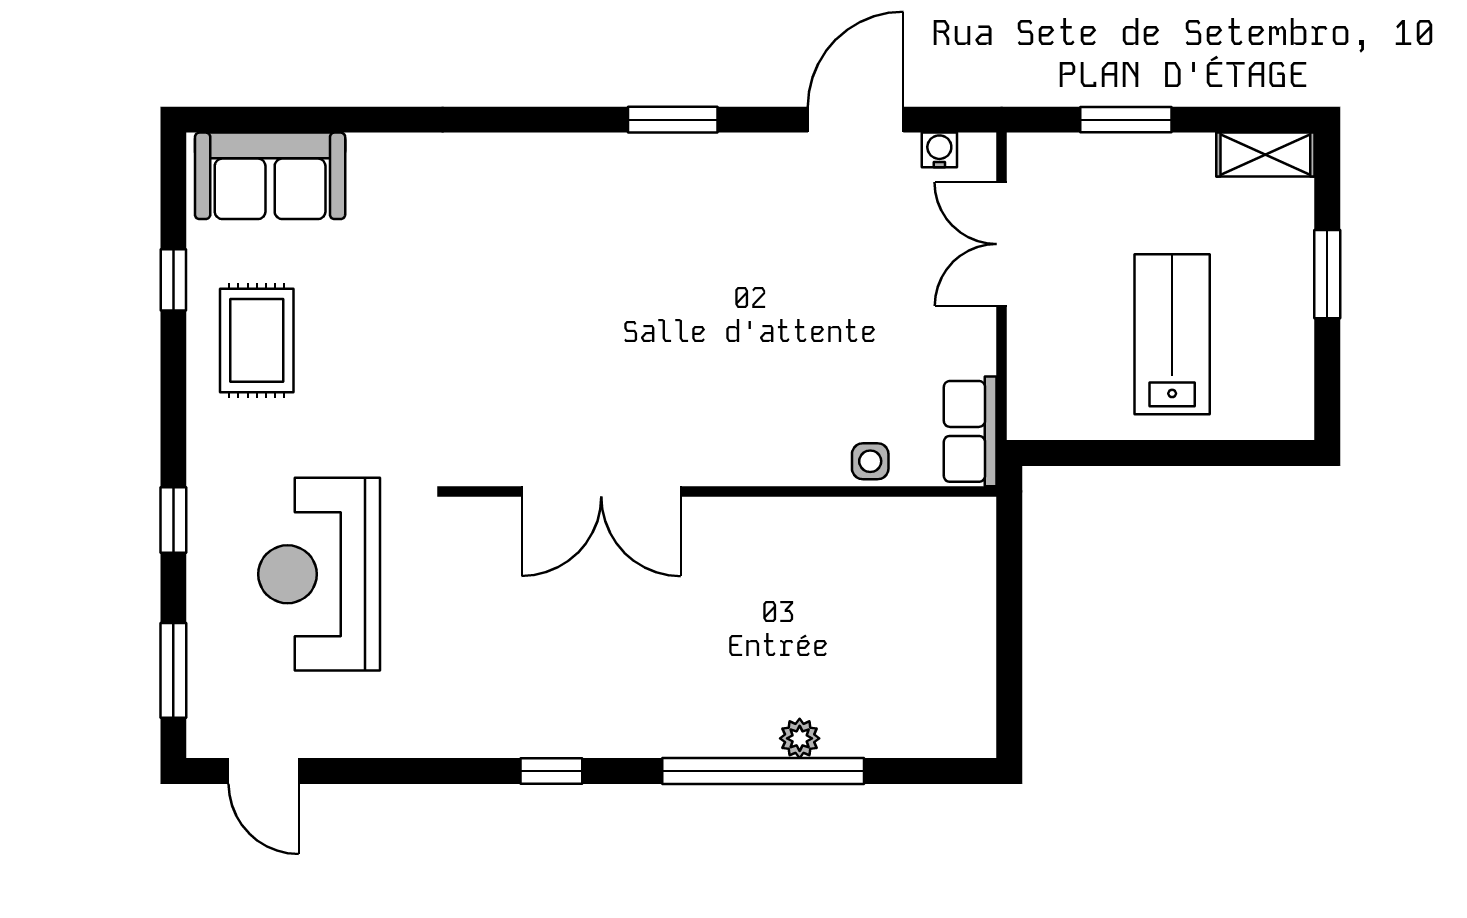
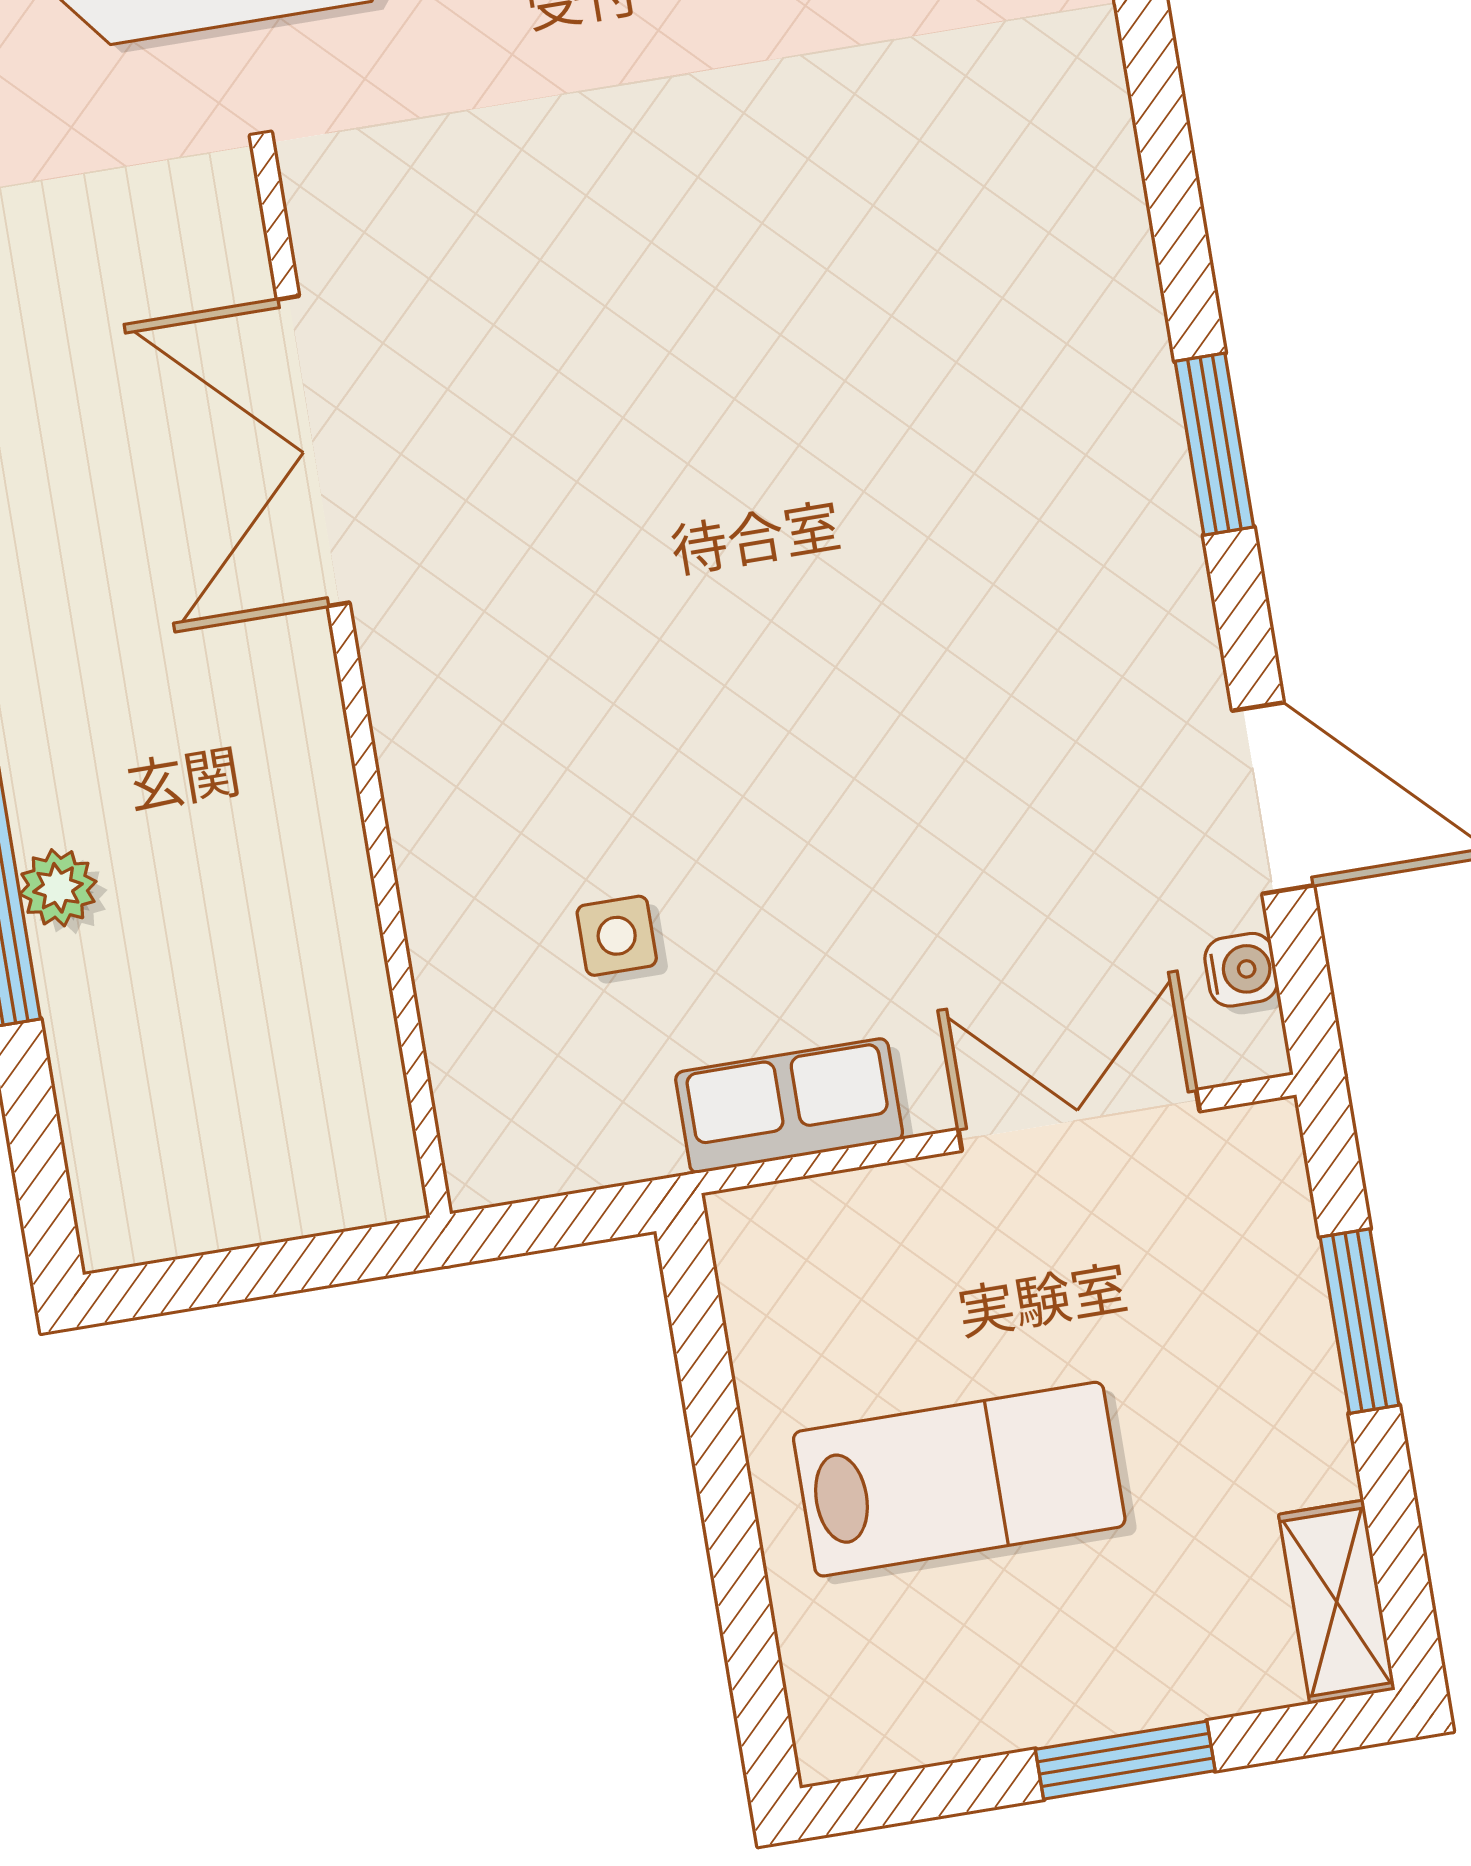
row of seats: (970, 431) -> (789, 1106), moved
double door: (601, 491) -> (313, 451), moved
wall: (722, 491) -> (352, 685), moved

